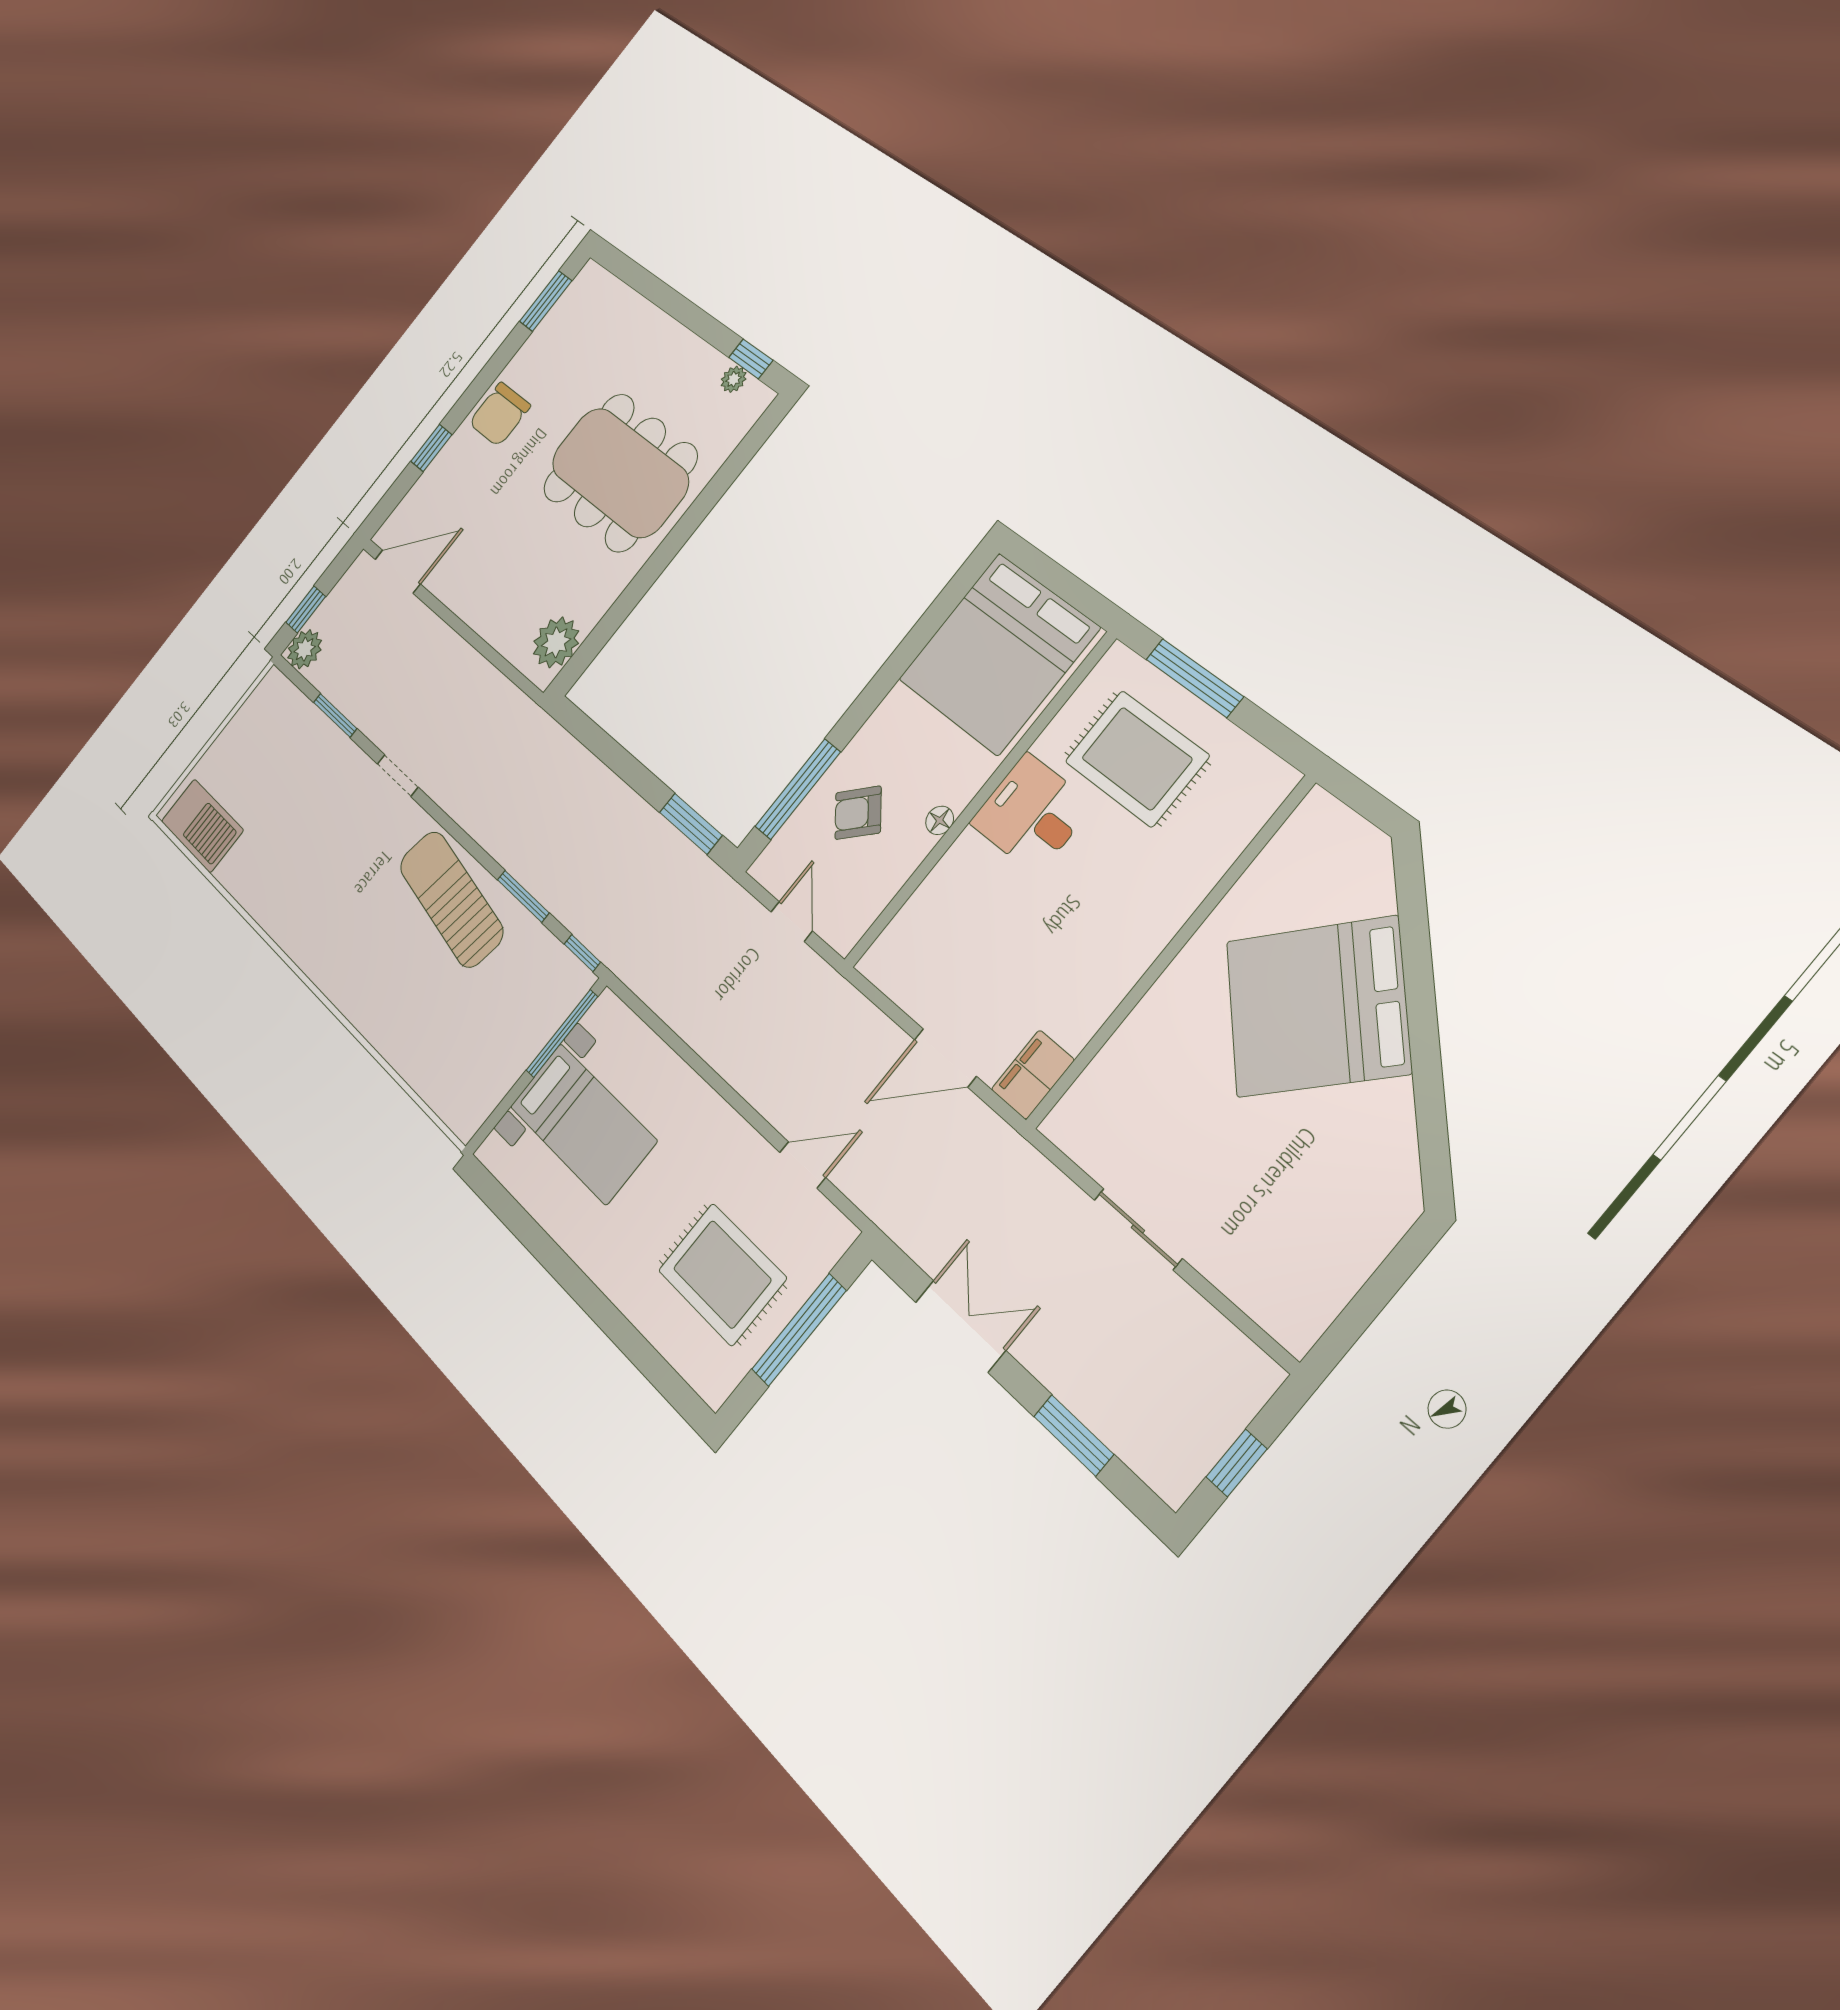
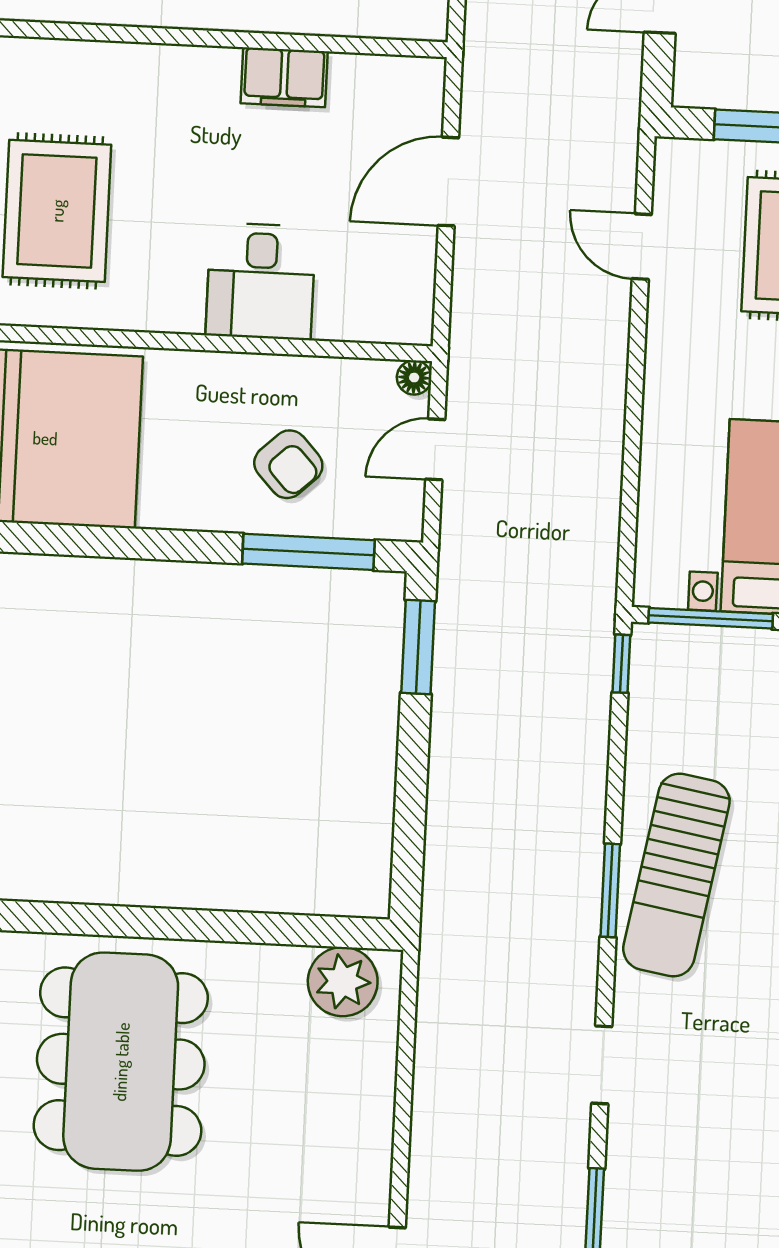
desk: (1032, 814) -> (261, 281), moved
floor lamp: (940, 820) -> (414, 378), moved
window: (523, 896) -> (610, 890), moved
door: (945, 1058) -> (448, 182), swing flipped
filing cabinet: (1033, 1075) -> (284, 77), moved

